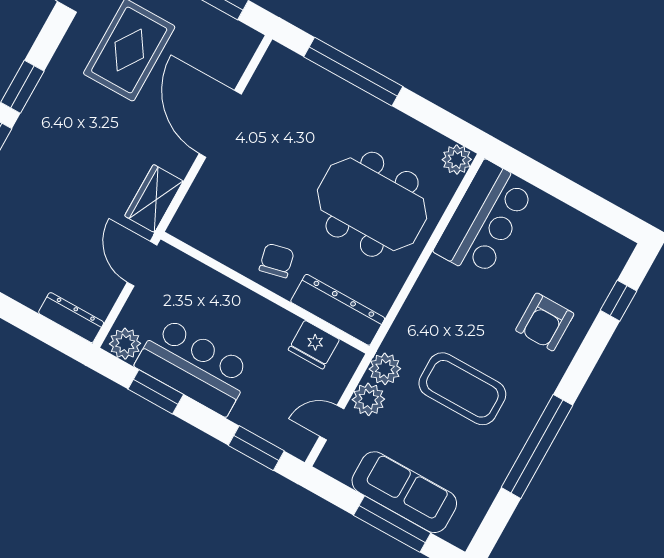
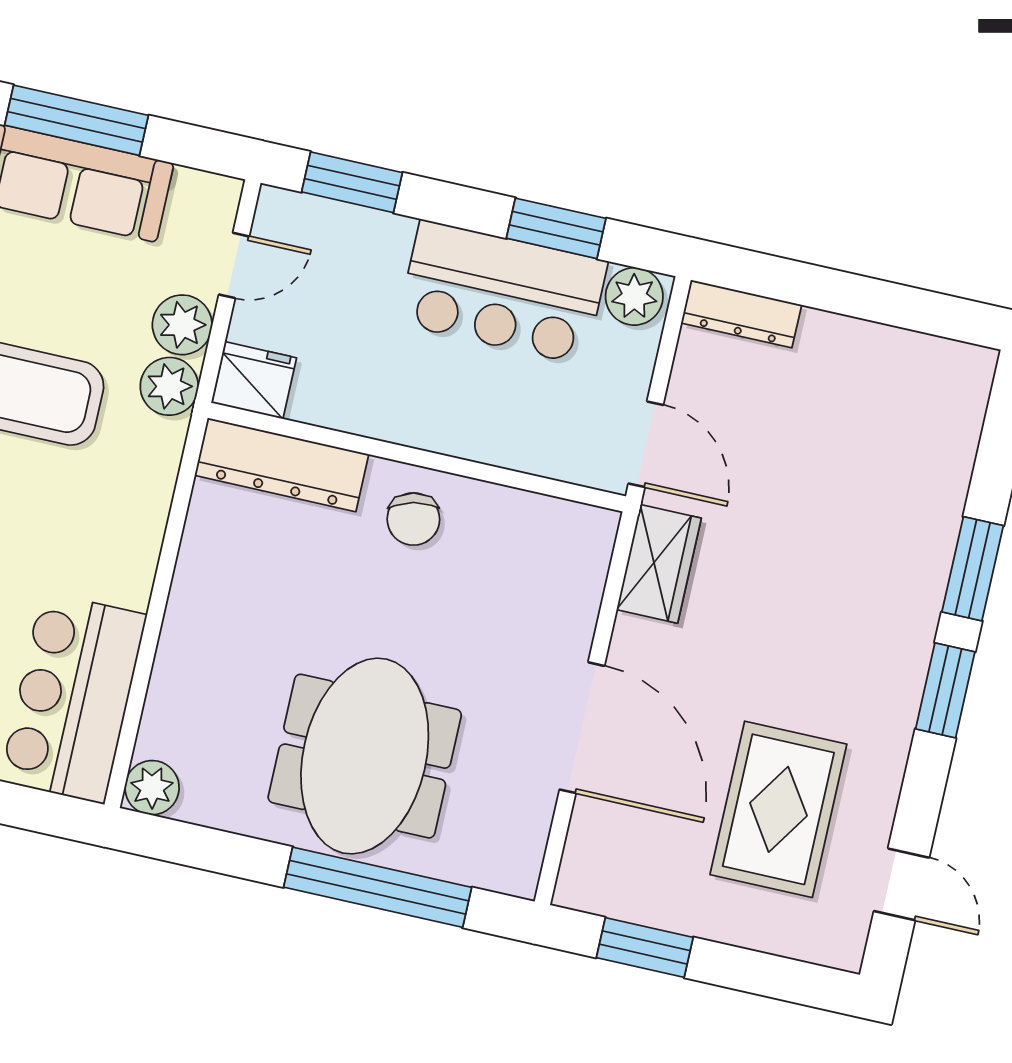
meeting table: (372, 204) -> (365, 756), moved, turned 90
fridge: (314, 345) -> (254, 380), moved

